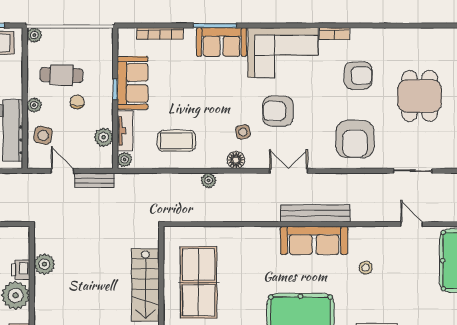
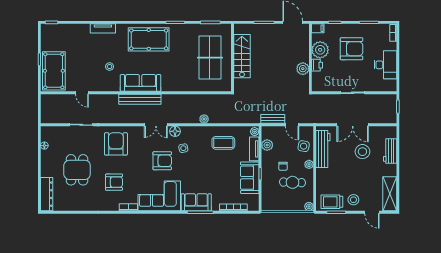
armchair: (358, 76) -> (114, 182), turned 180
floor lamp: (236, 160) -> (175, 131), moved

